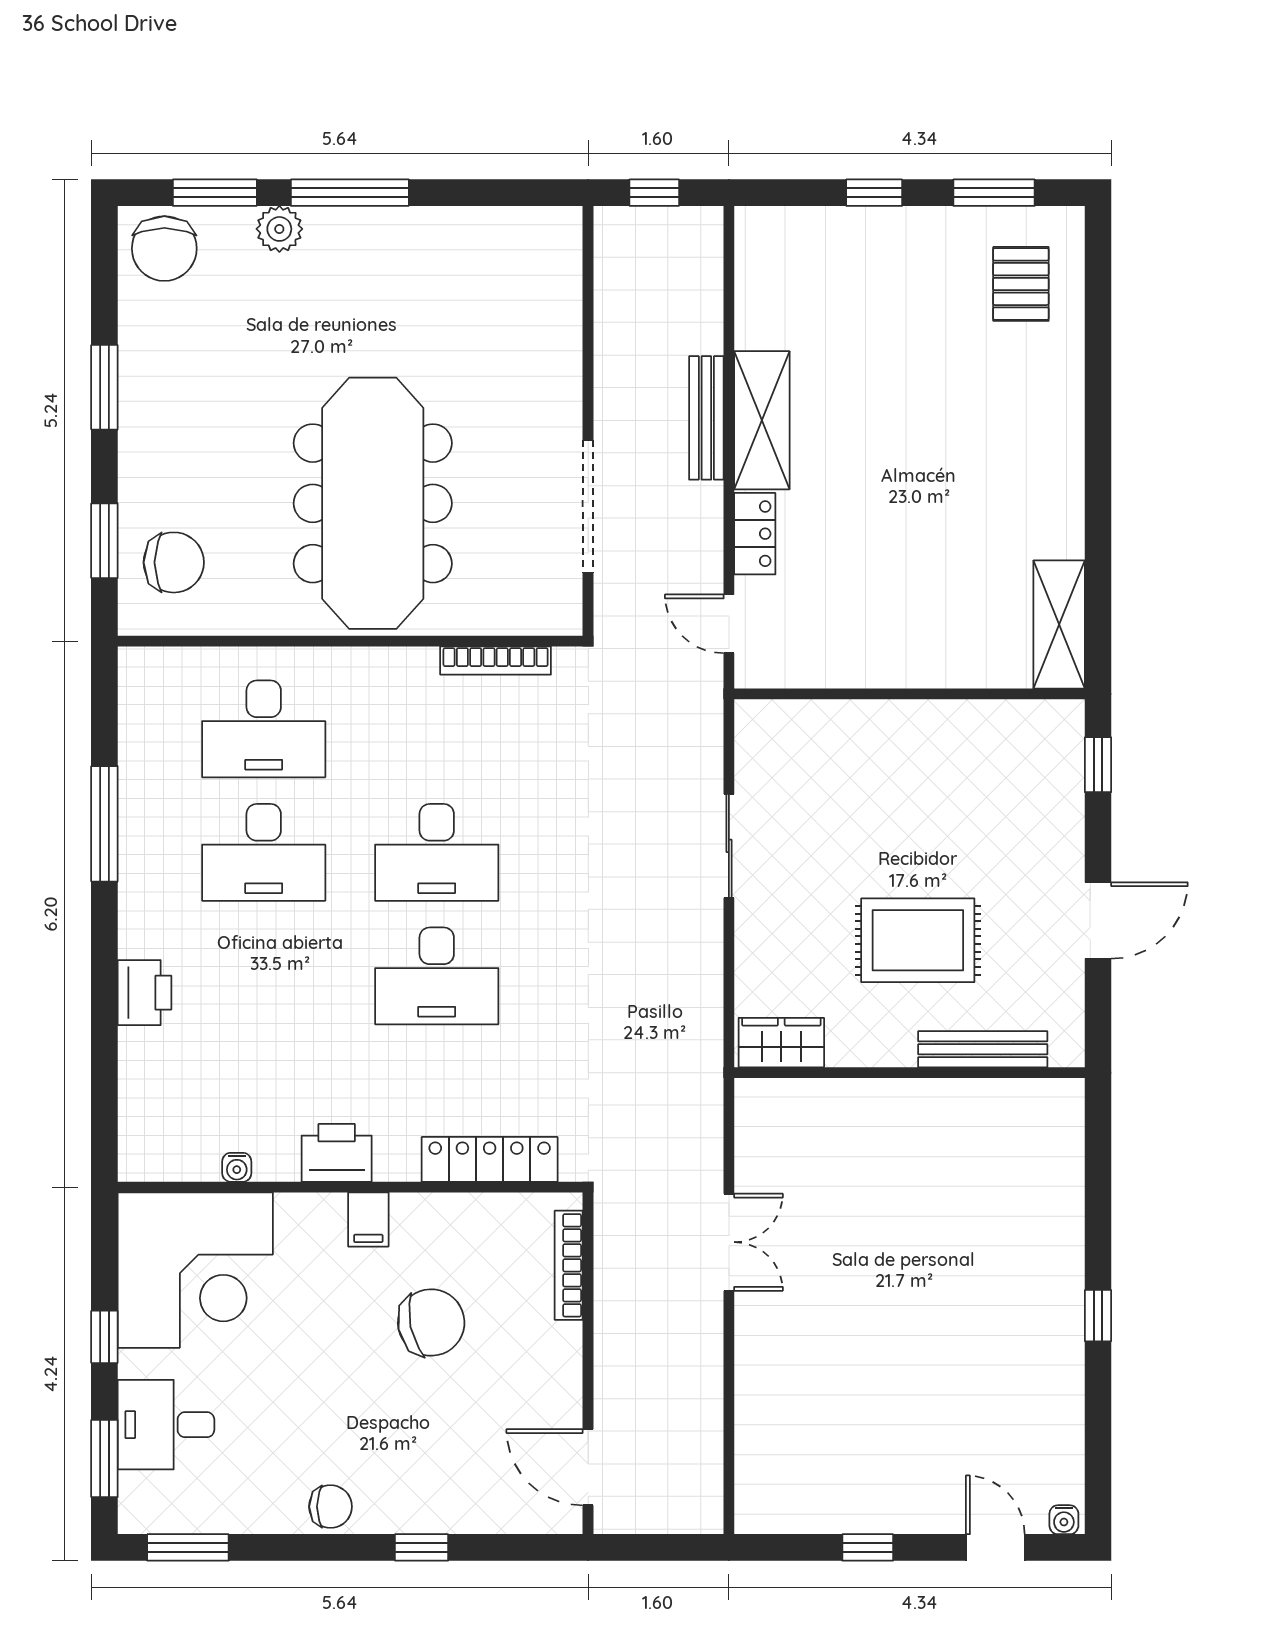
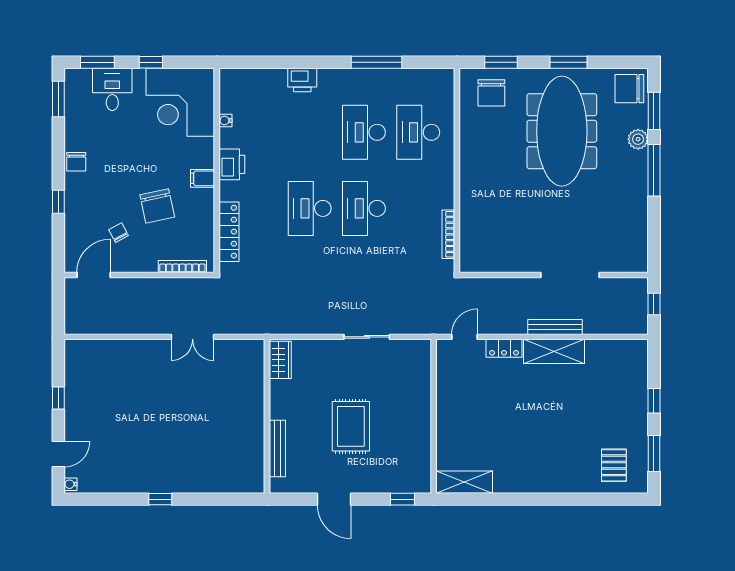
pallet: (1021, 284) -> (614, 465), turned 90
meeting table: (373, 503) -> (562, 131), moved, turned 90
doorway: (588, 506) -> (570, 275), moved
rug: (918, 940) -> (351, 426), moved
chair: (492, 1410) -> (119, 233), added

